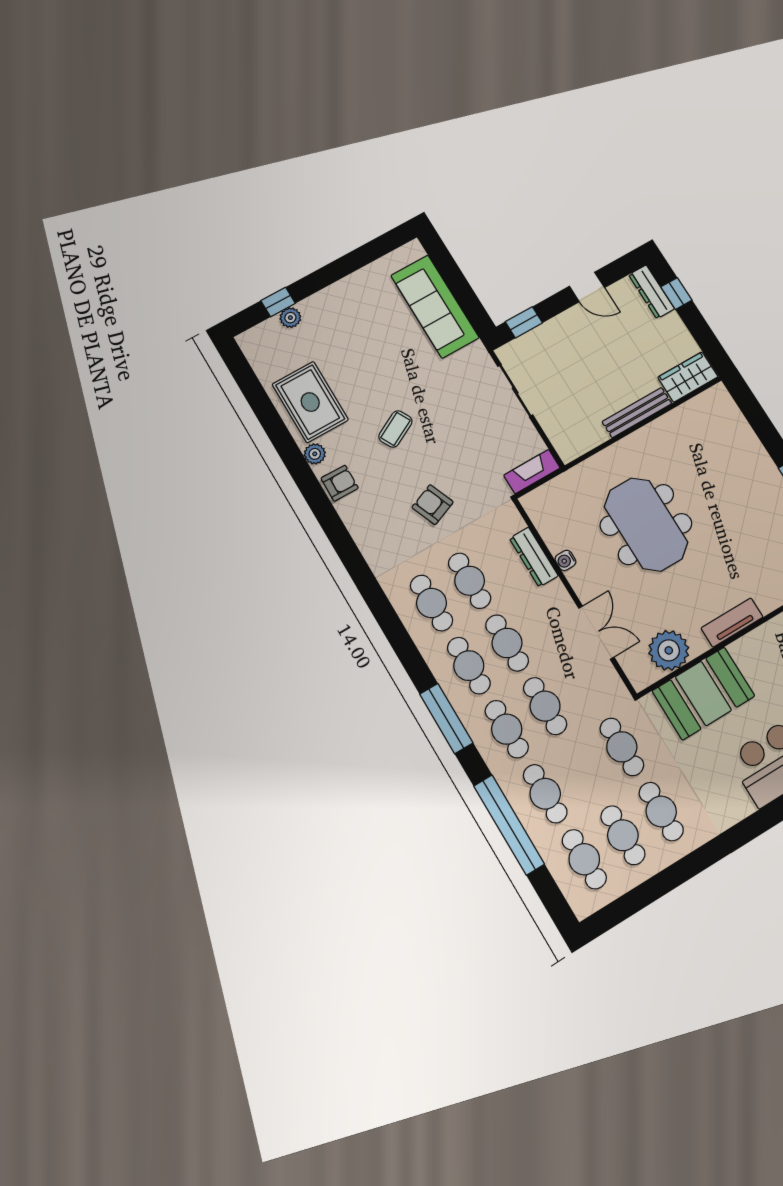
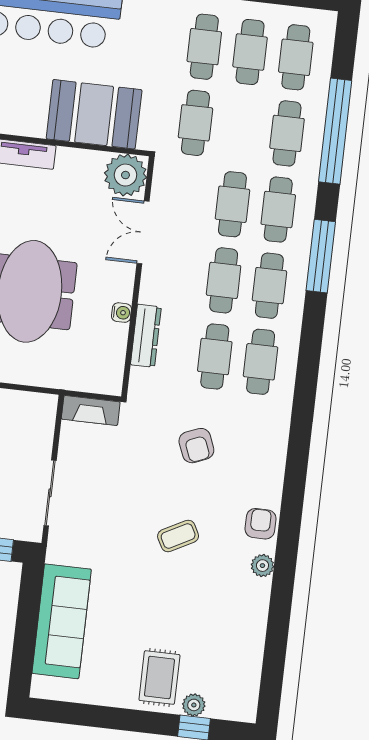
rug: (310, 402) -> (159, 677), moved, width x0.73, depth x0.70
armchair: (340, 483) -> (260, 524), turned 89
plant: (669, 650) -> (125, 175), moved

